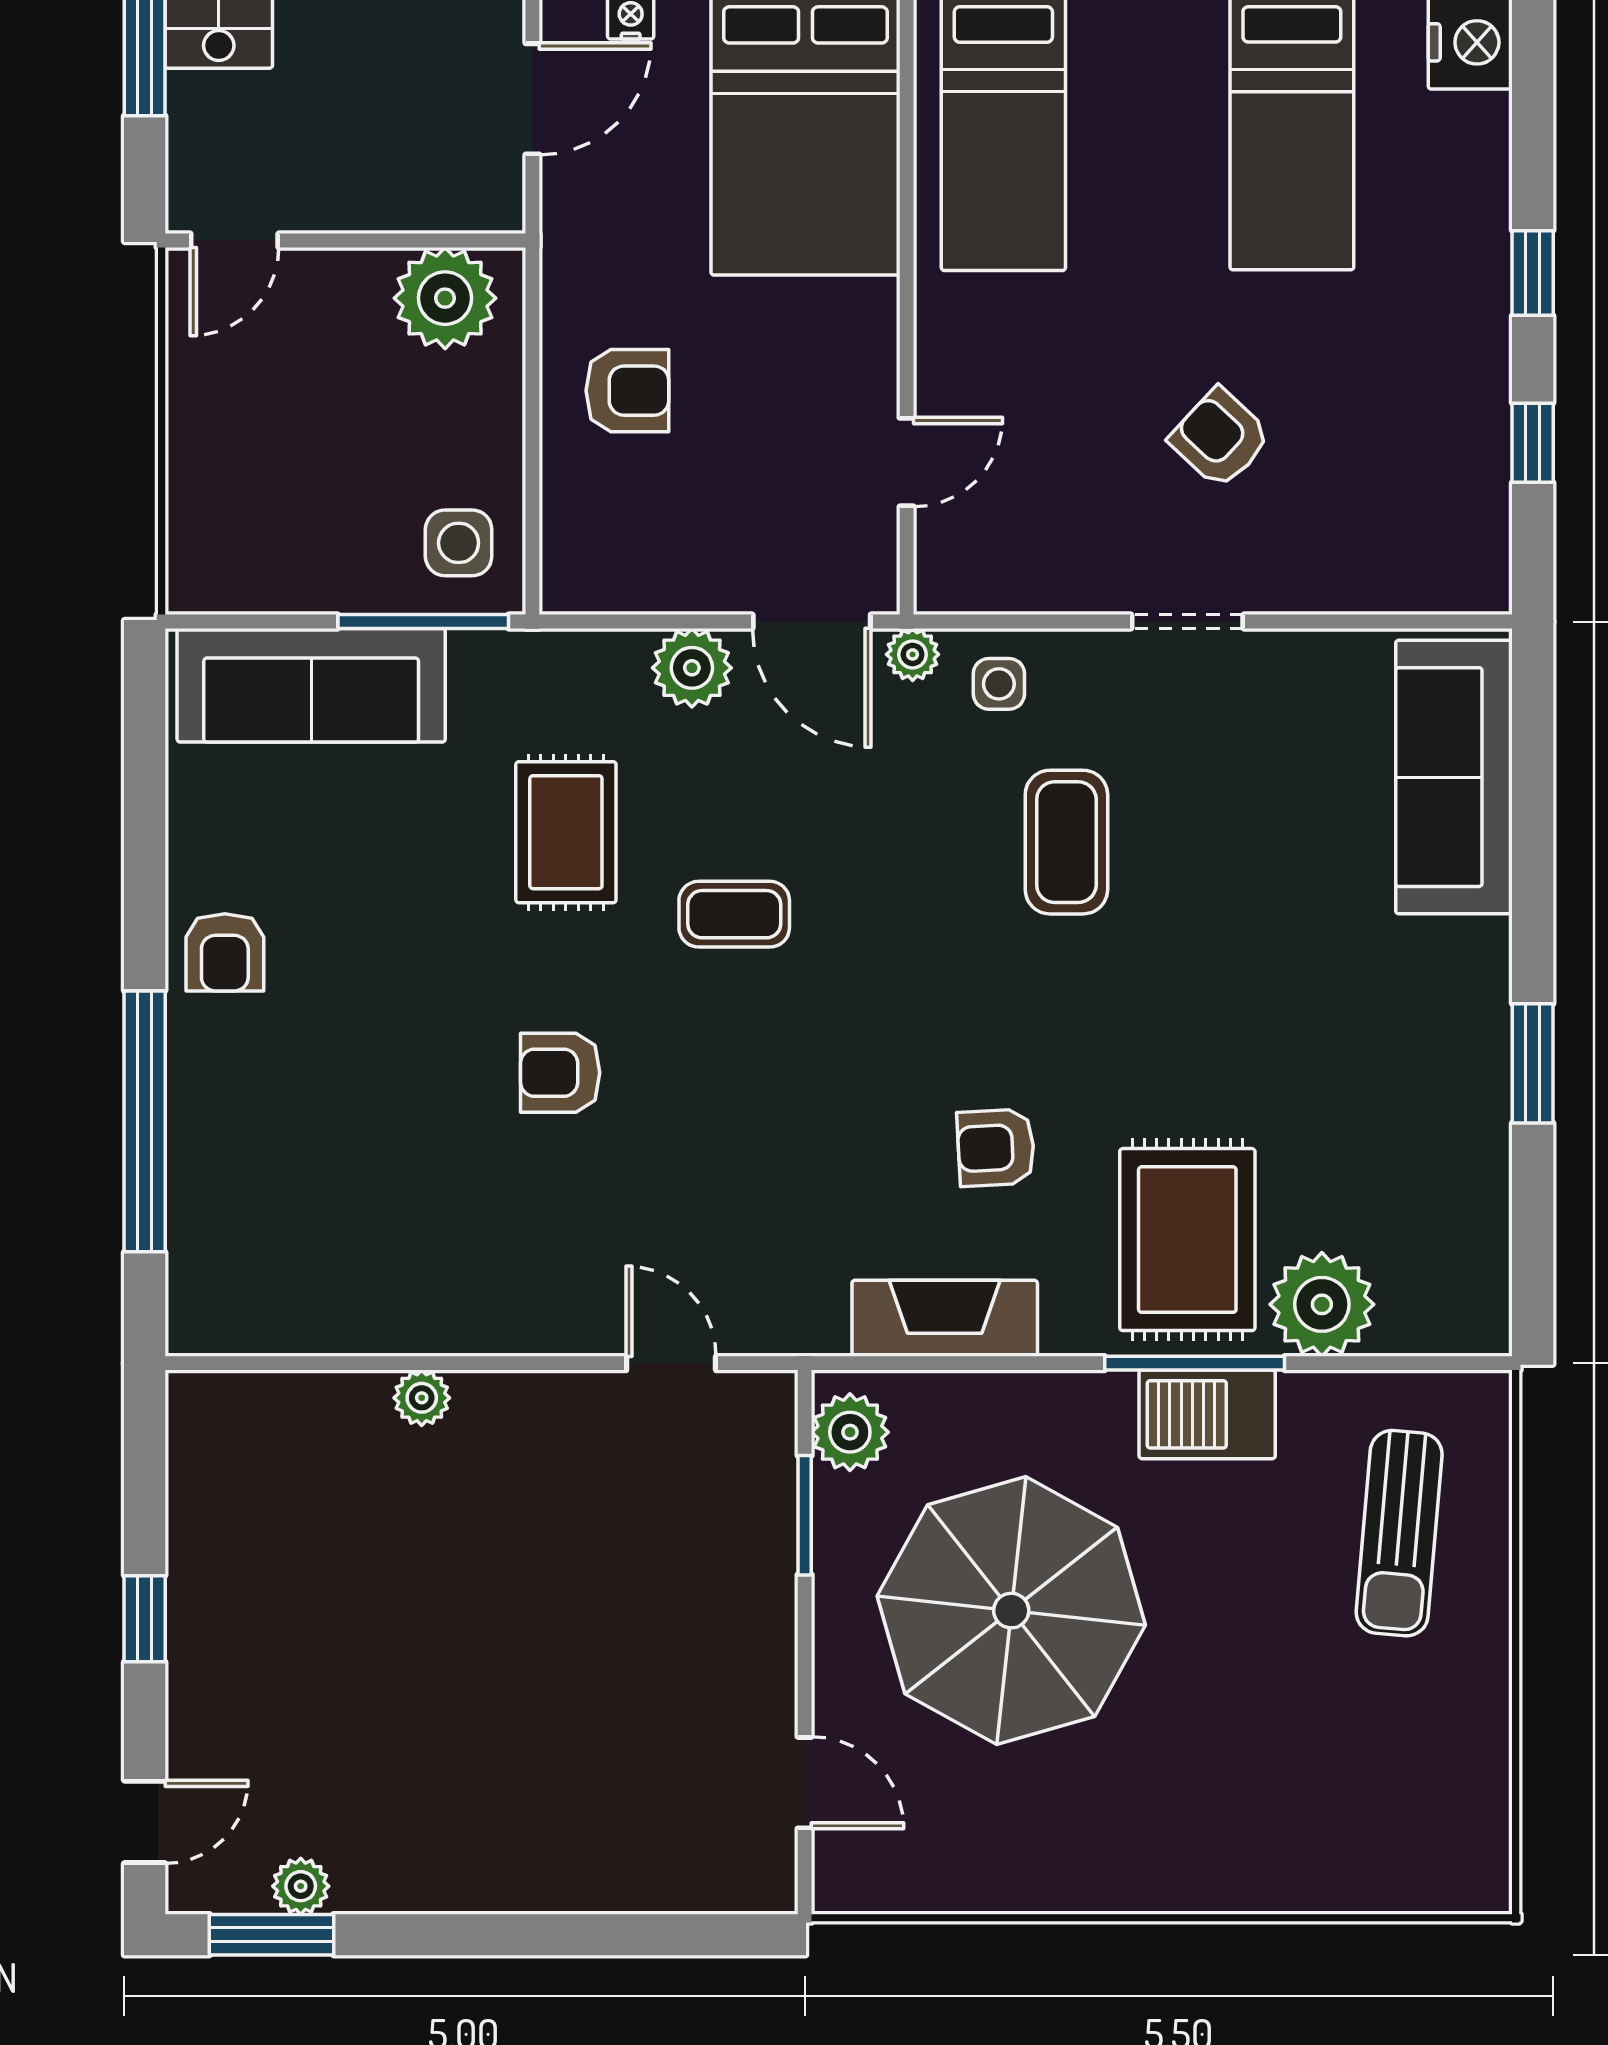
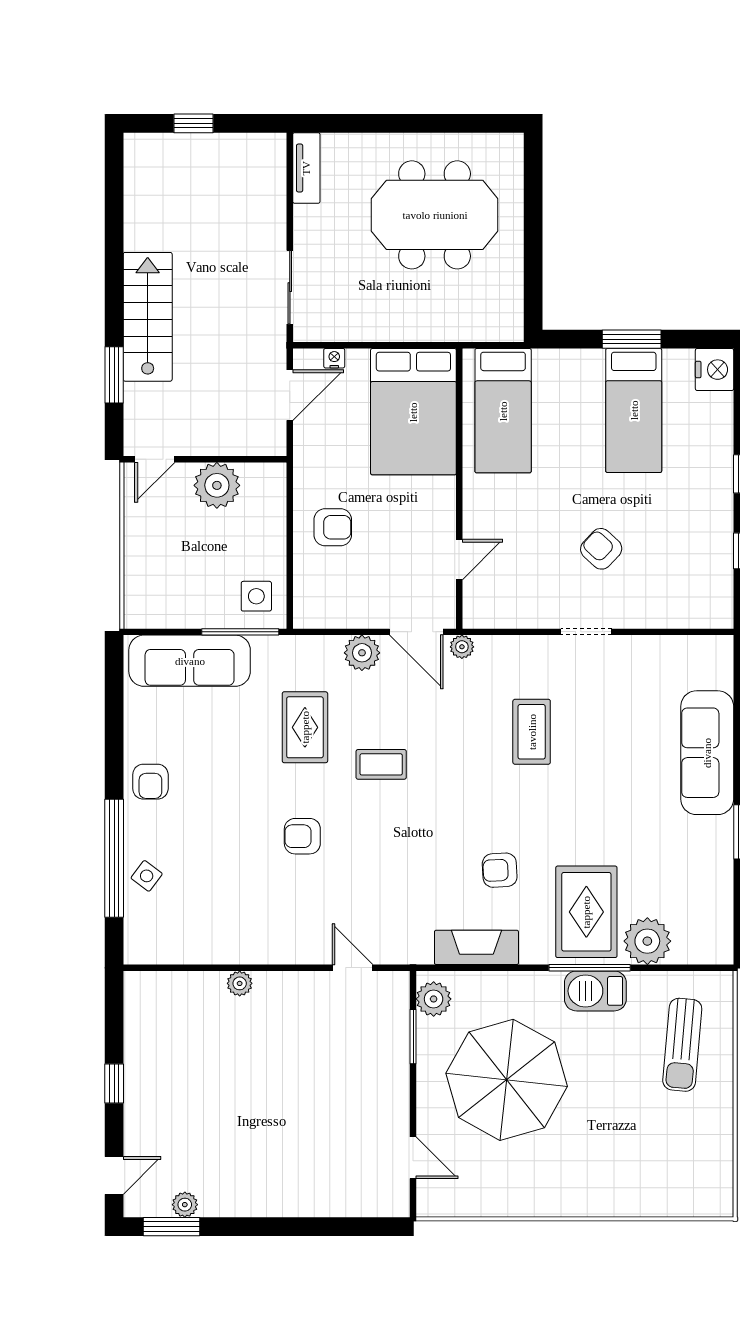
plant: (445, 298) -> (217, 485), moved
side table: (999, 684) -> (147, 876), moved, turned 37
sofa: (1454, 777) -> (707, 753), moved

